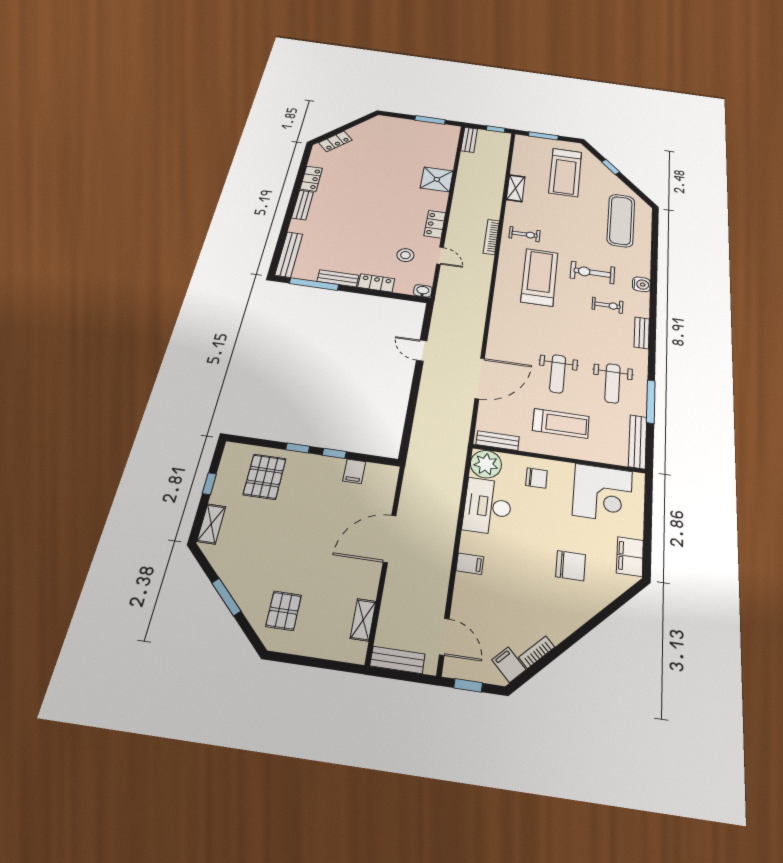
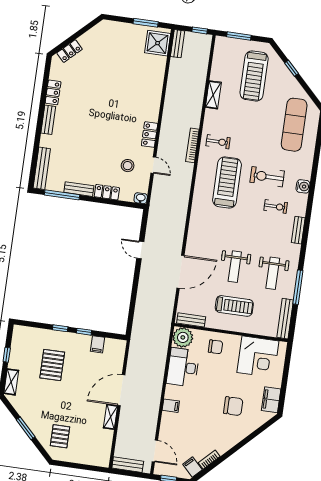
shower: (437, 179) -> (158, 43), moved
pallet: (265, 477) -> (52, 365), moved
shelving: (363, 620) -> (110, 417), moved

